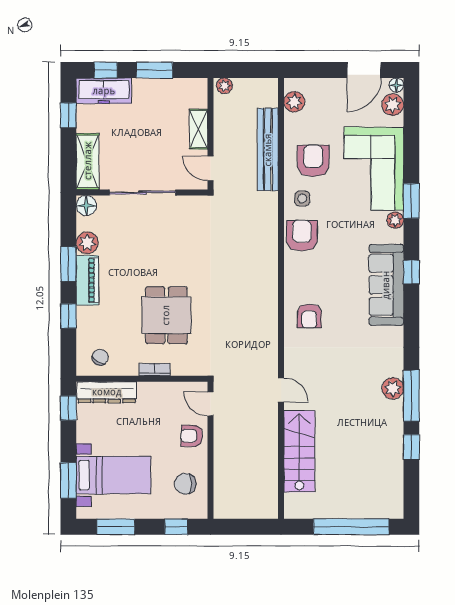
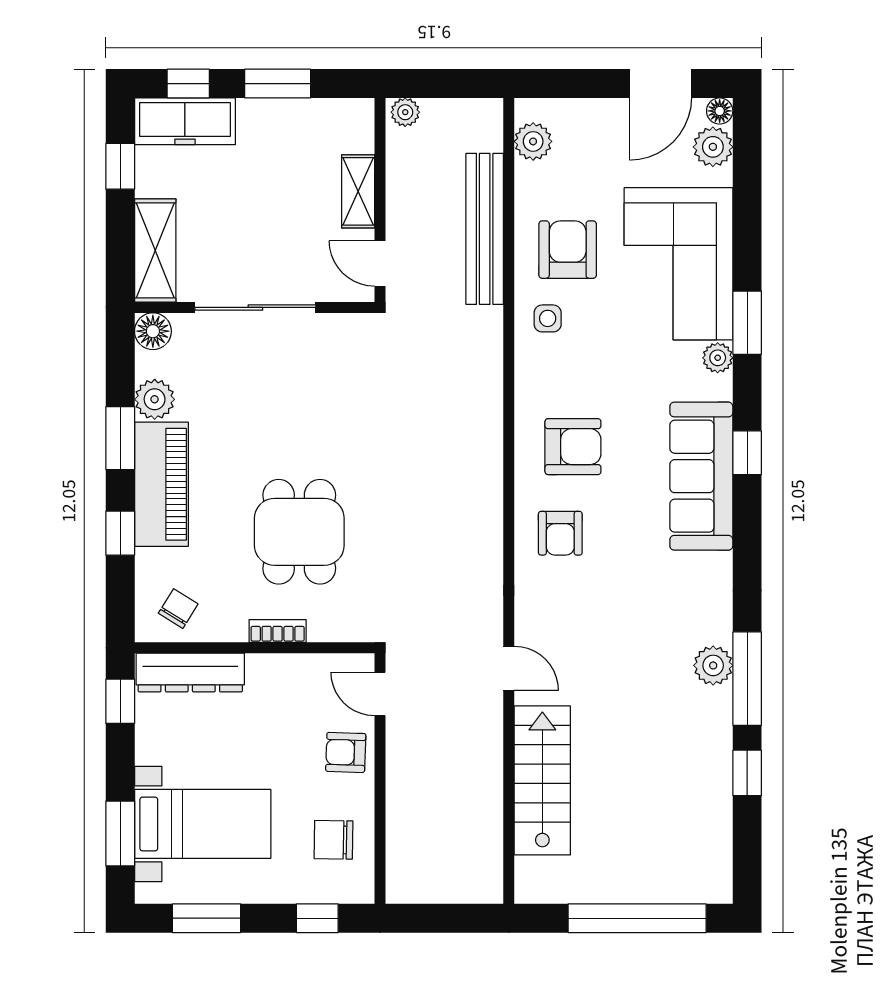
armchair: (302, 236) -> (573, 447), moved, turned 90
piano: (87, 280) -> (161, 484), width x1.37, depth x1.33

